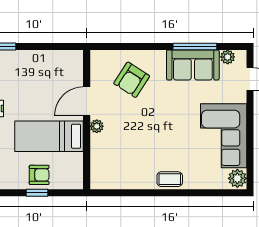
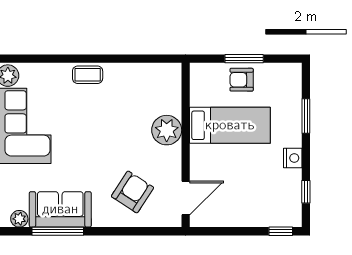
door: (87, 101) -> (186, 198), moved
plant: (97, 126) -> (167, 130), width x1.88, depth x1.88
window: (37, 193) -> (244, 59), width x1.50

